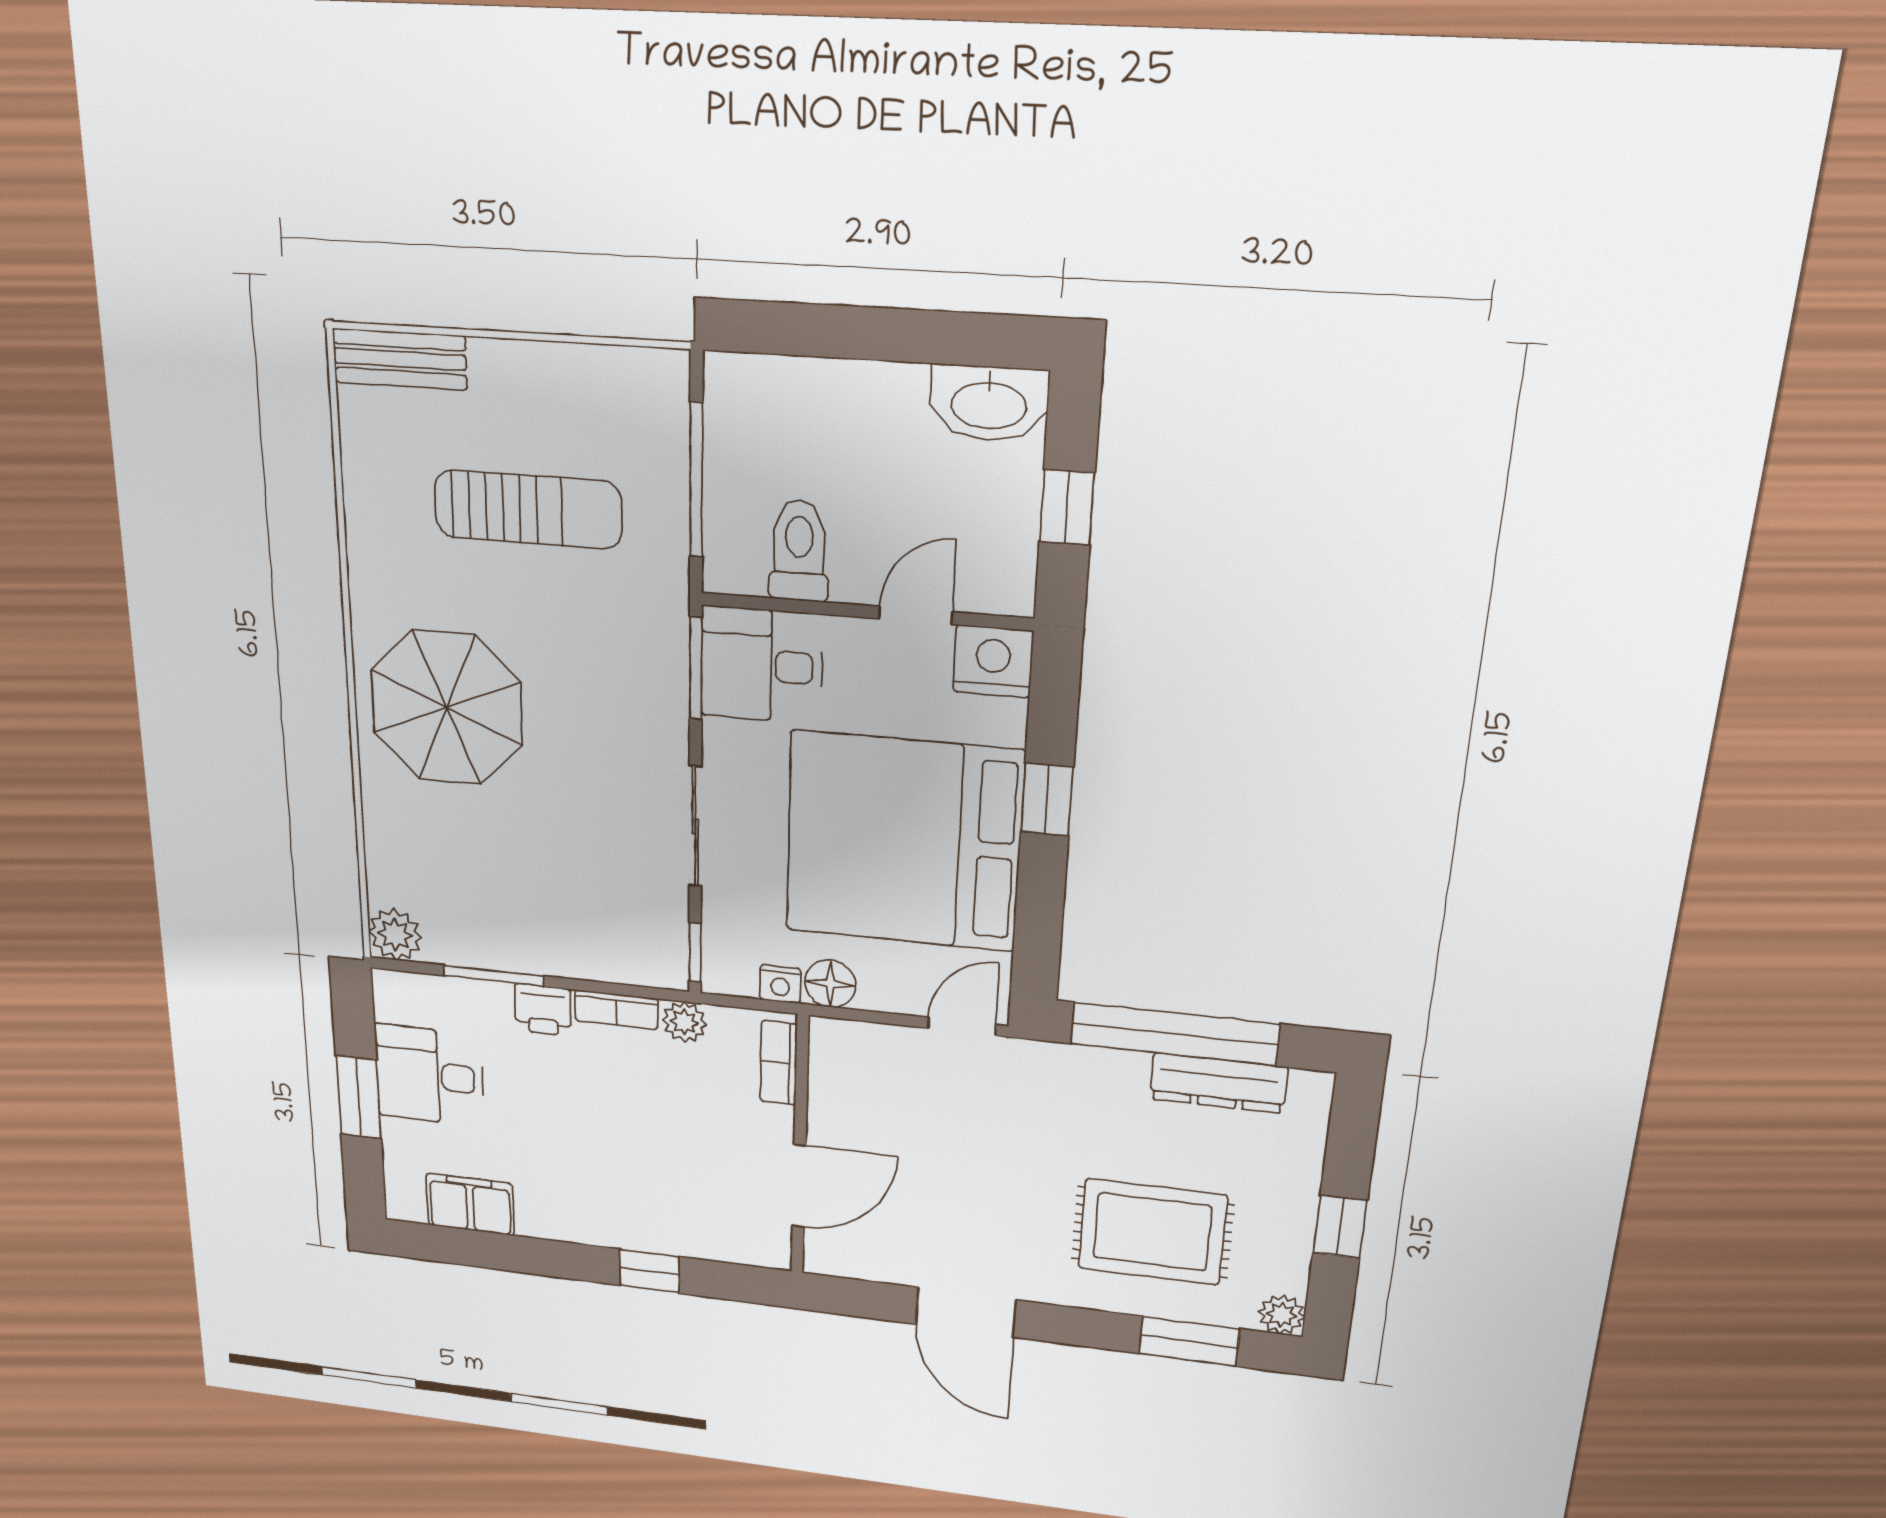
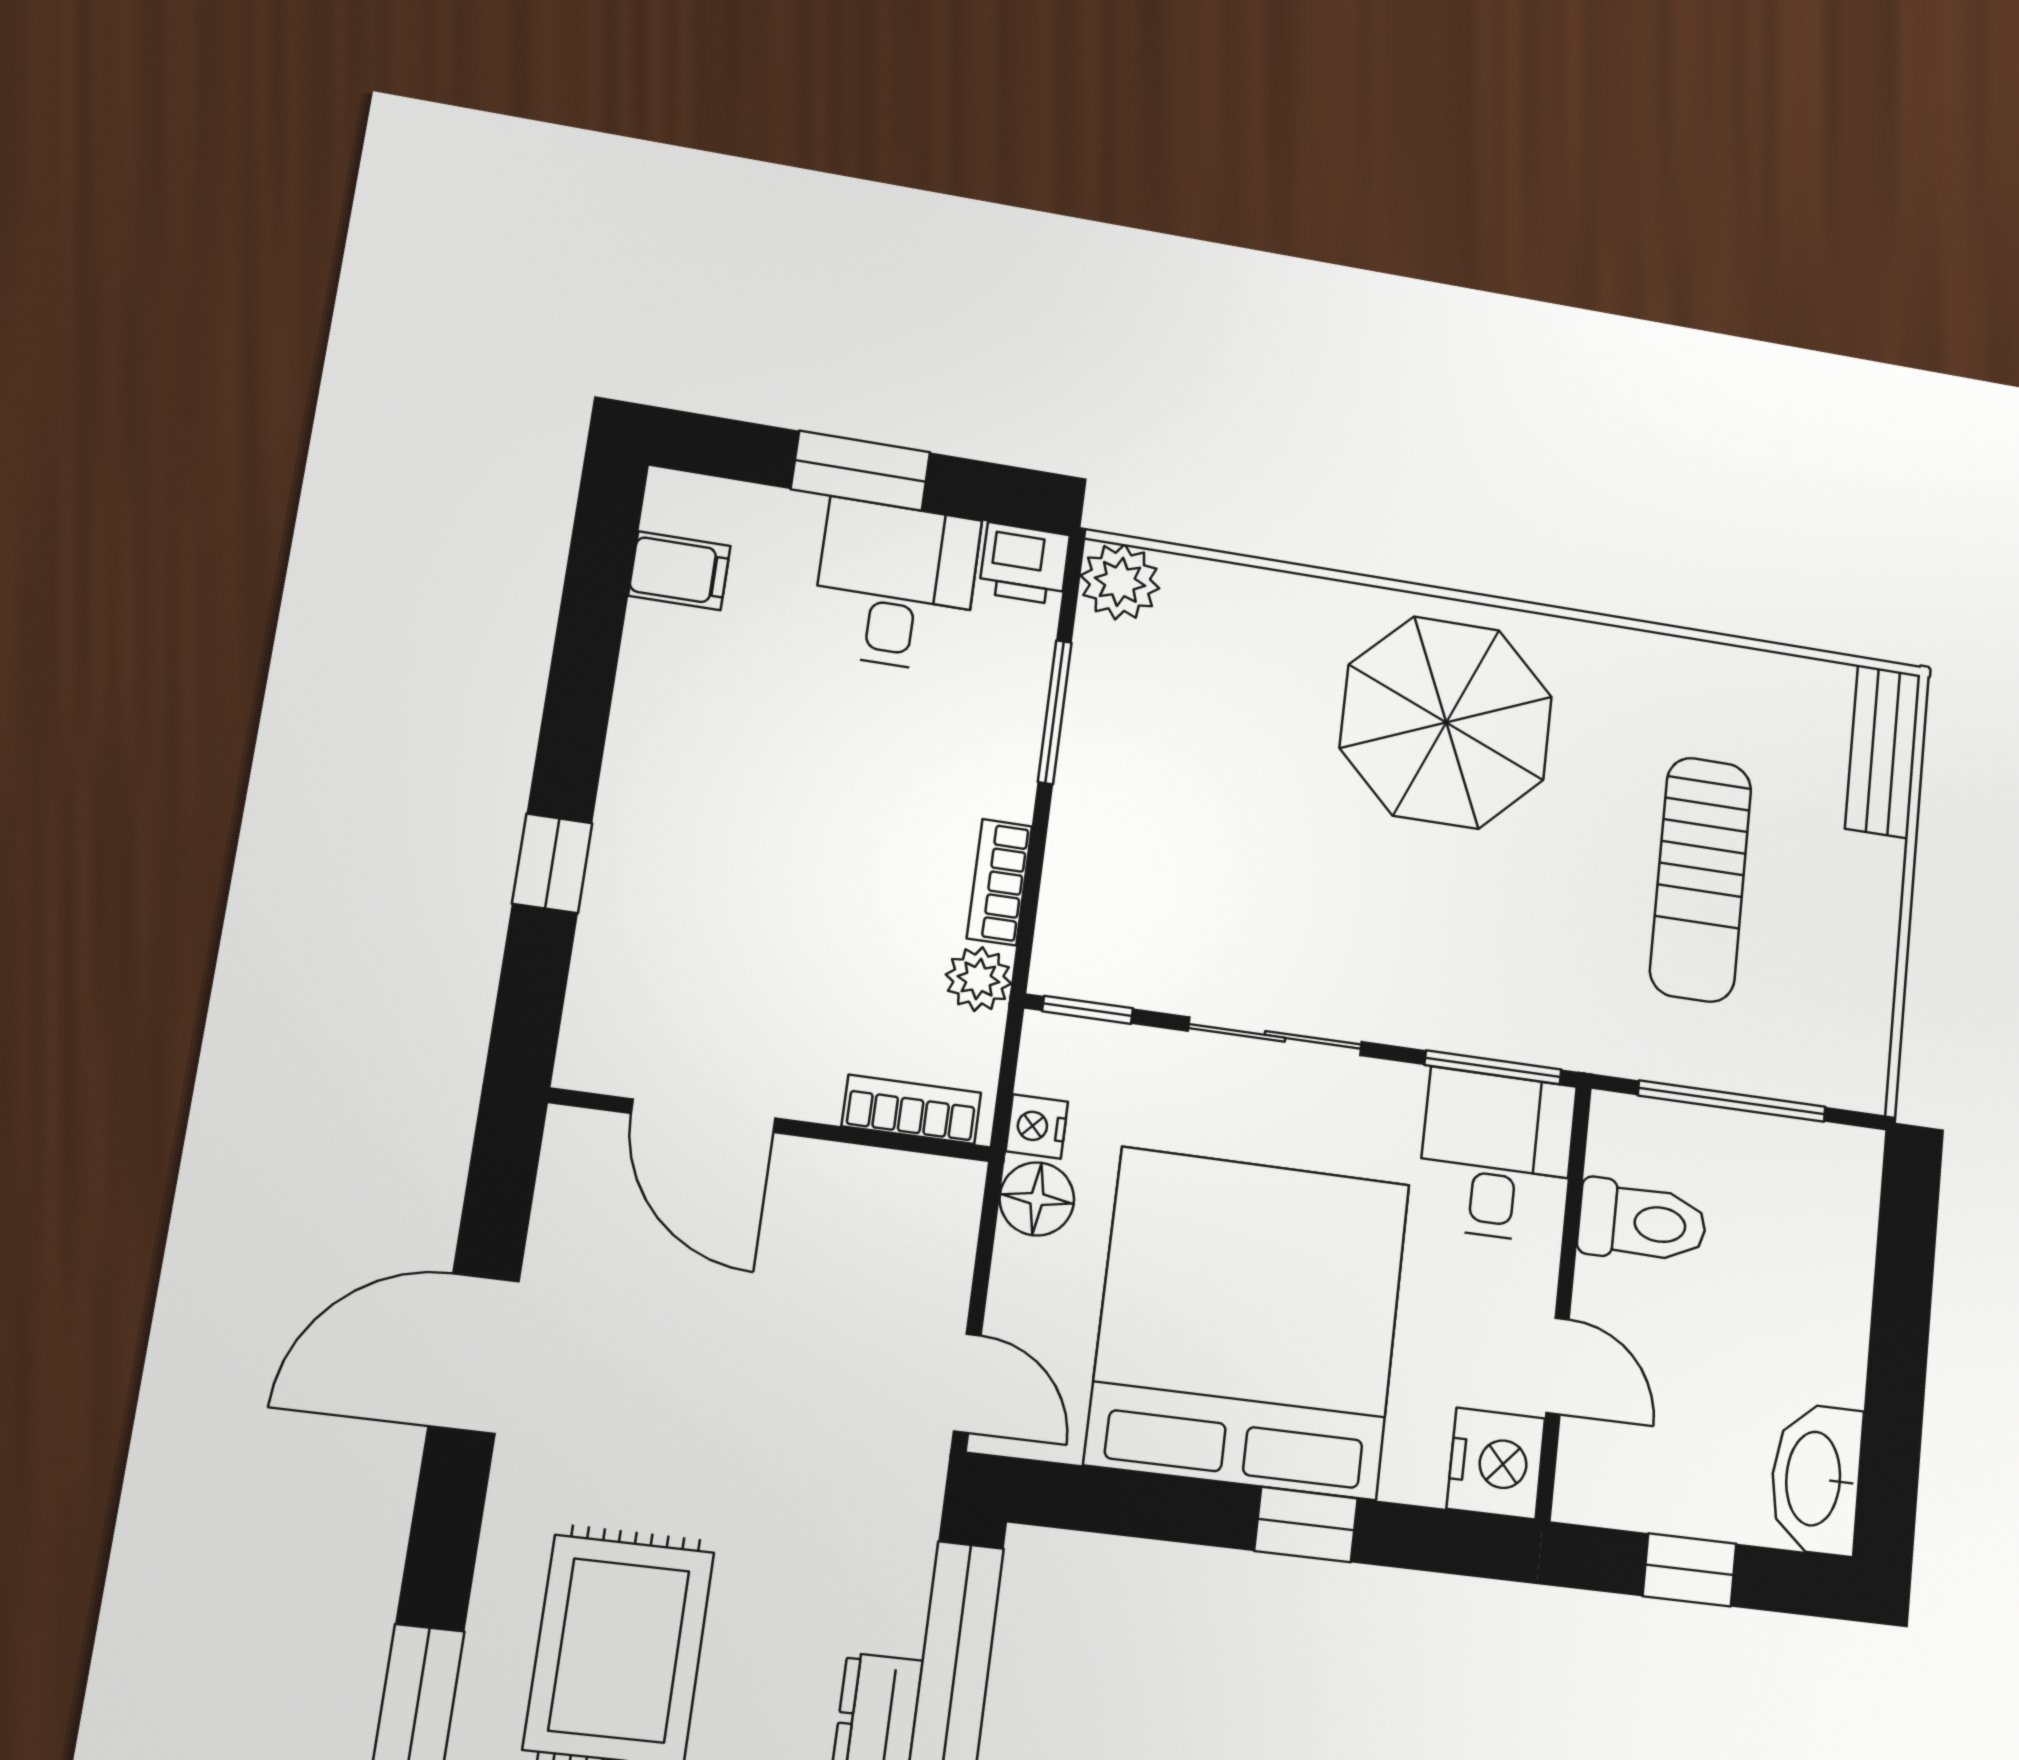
printer: (543, 1010) -> (1024, 564), moved, turned -90
filing cabinet: (470, 1204) -> (679, 571), width x0.50

